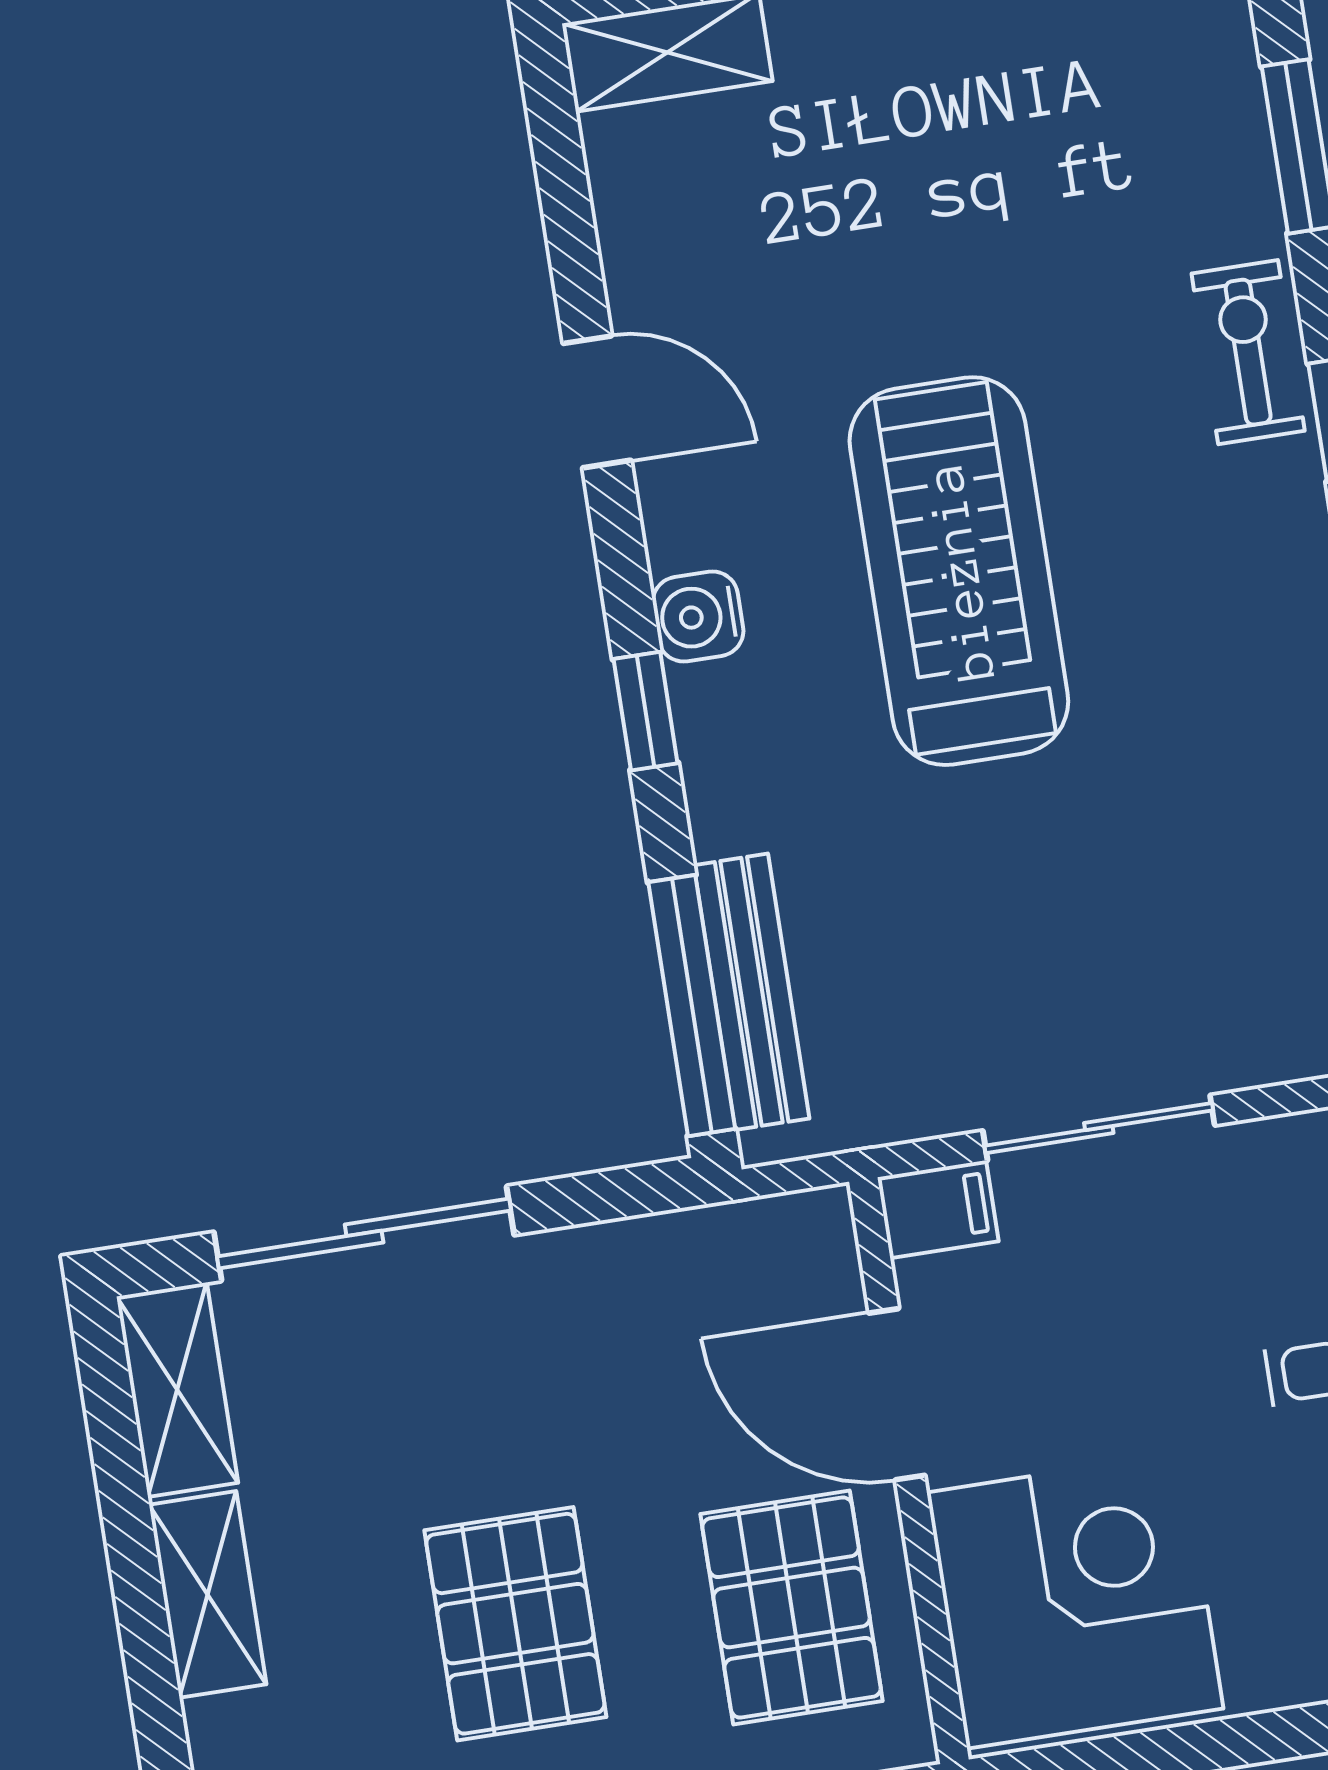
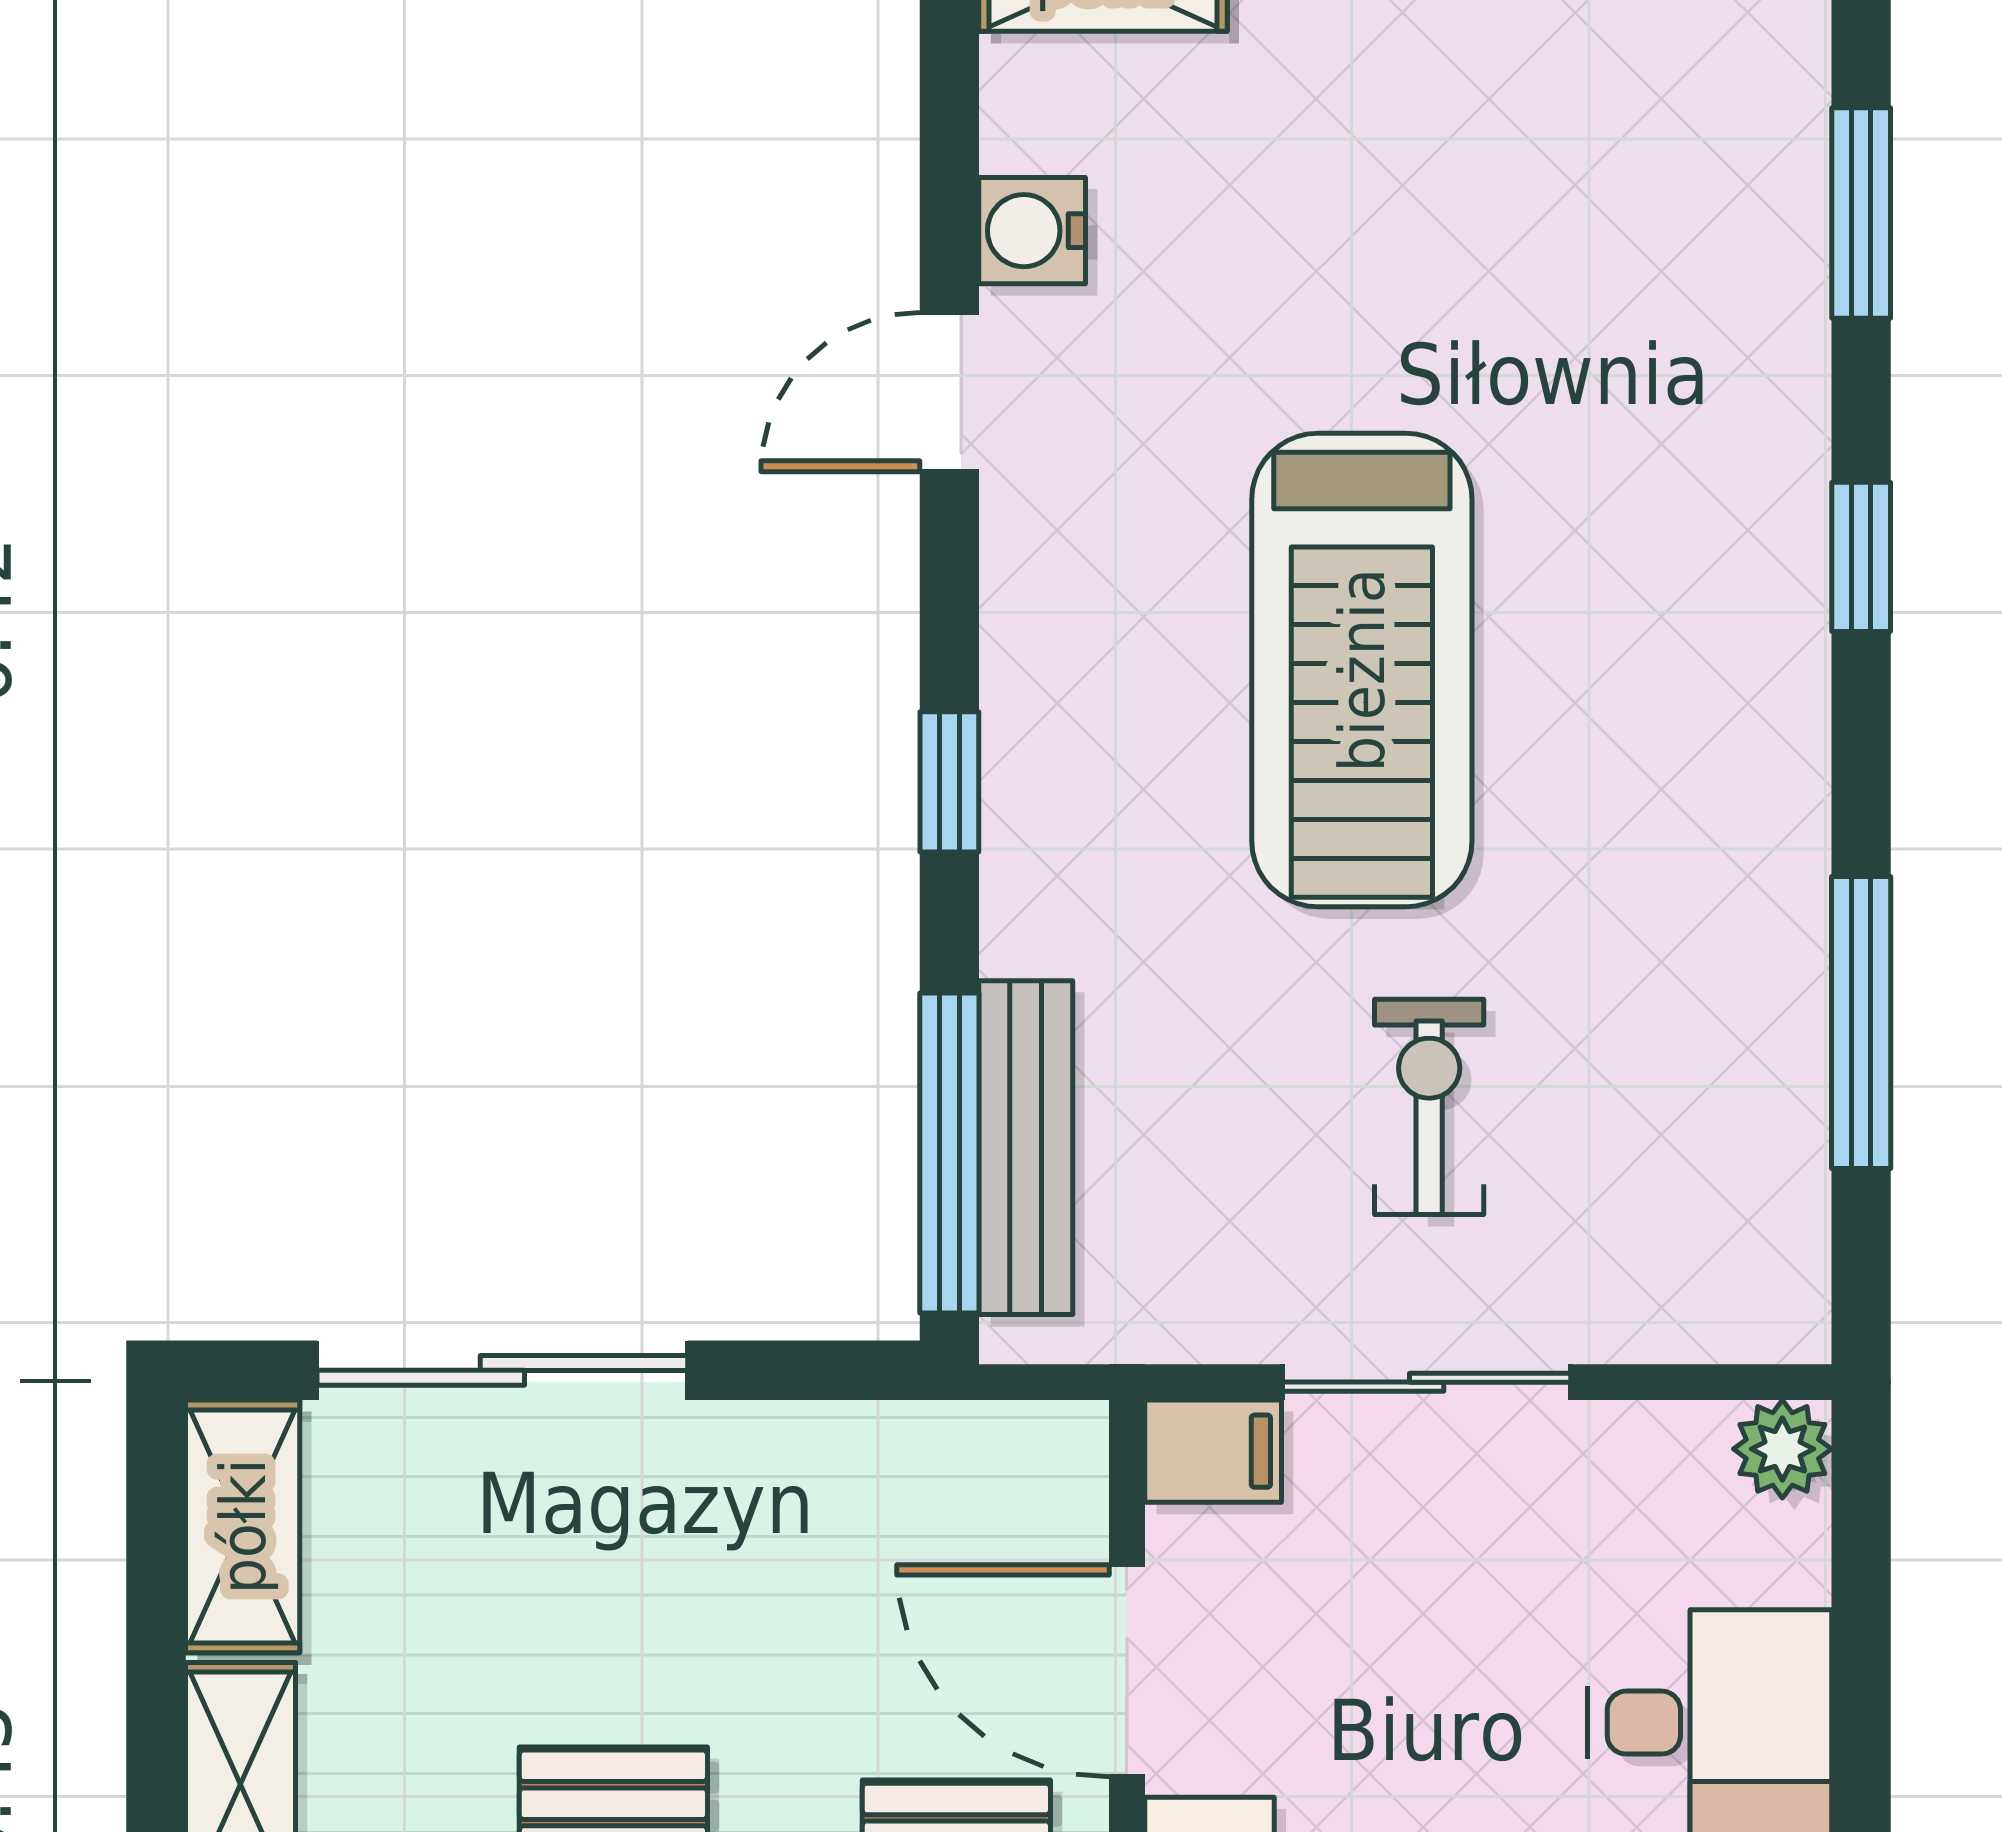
exercise bike: (1248, 352) -> (1429, 1107), moved
door: (597, 402) -> (949, 392), swing flipped
treadmill: (959, 571) -> (1362, 670), turned 180
water cooler: (698, 617) -> (1032, 231), moved

